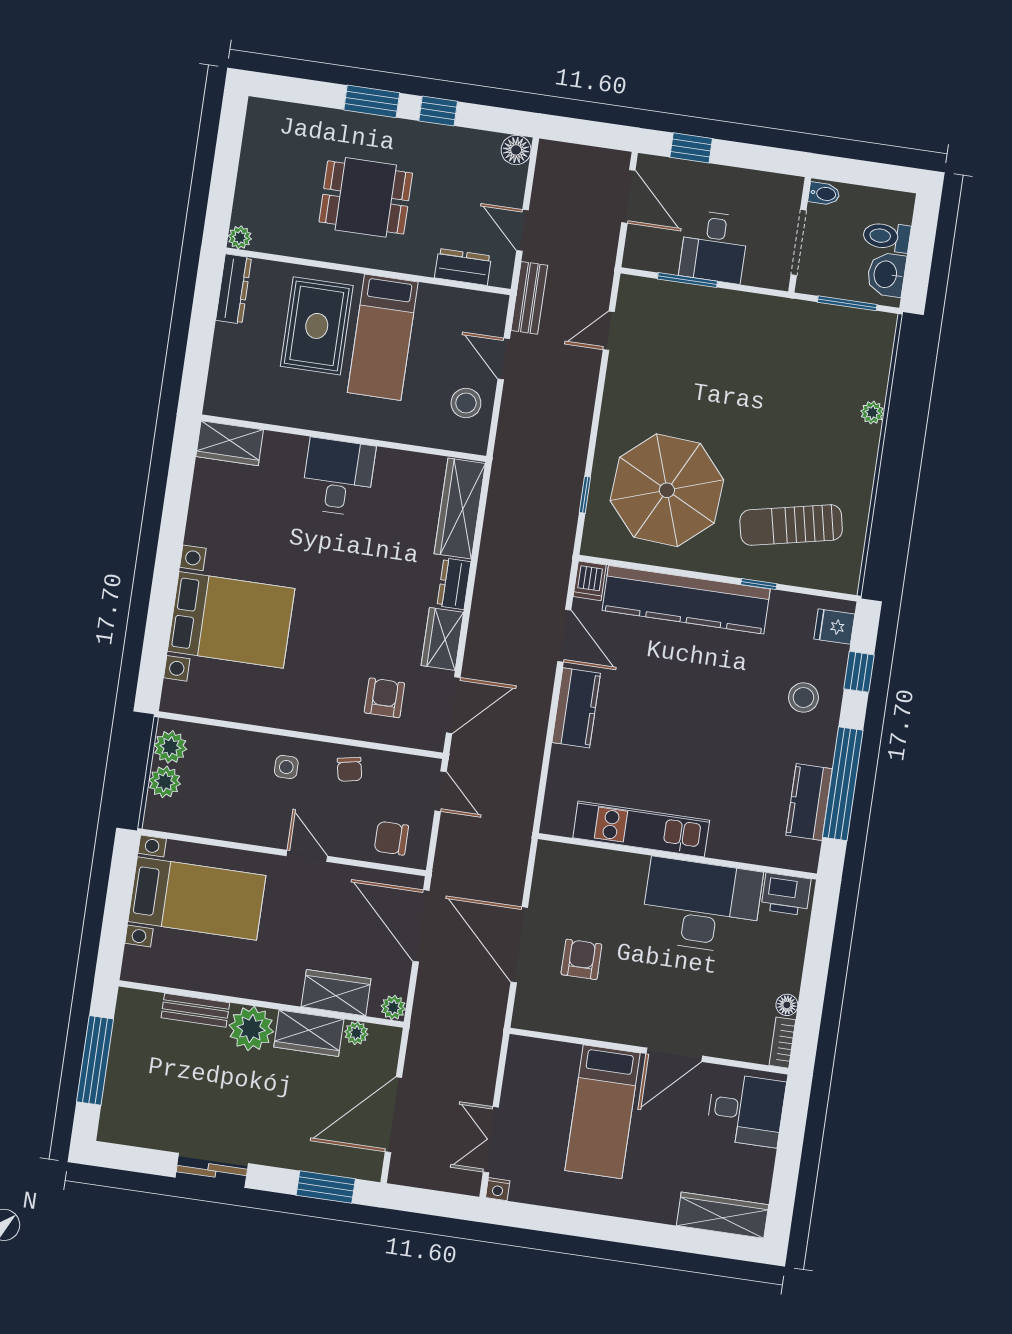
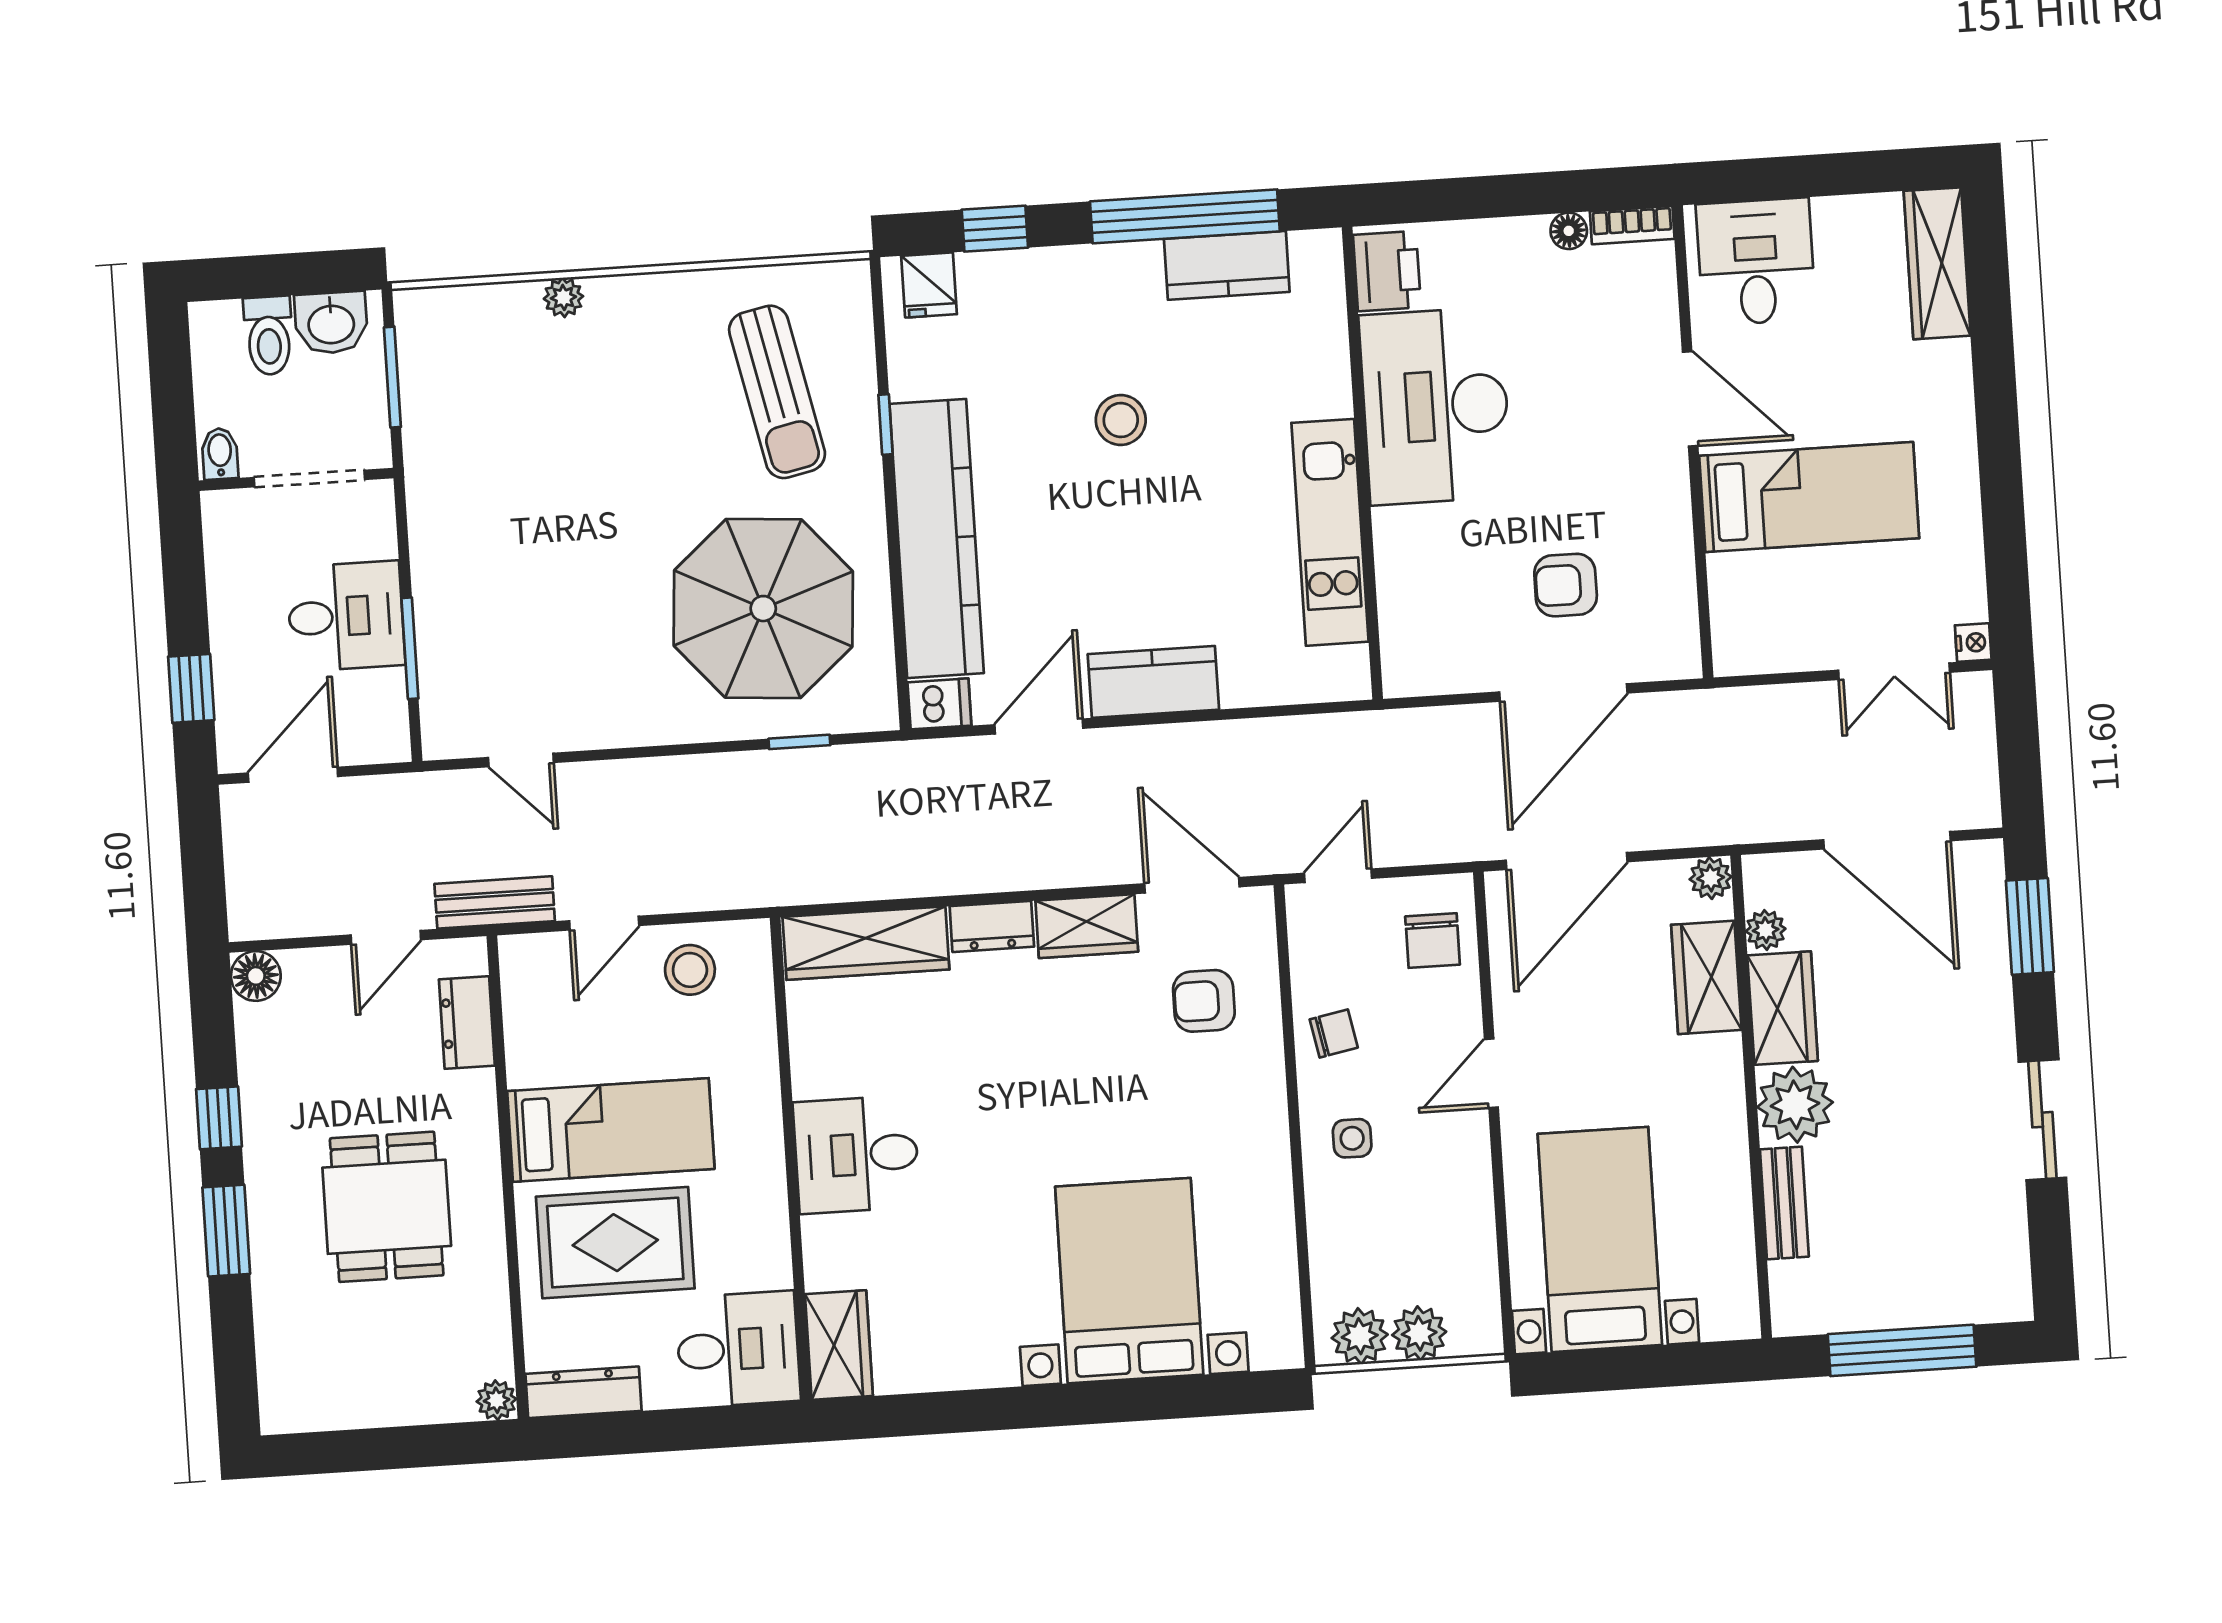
desk: (240, 384) -> (738, 1349), added
stool: (803, 697) -> (1121, 420), moved

